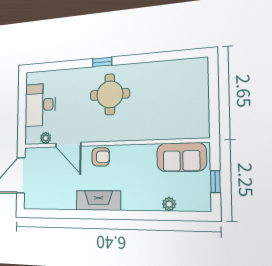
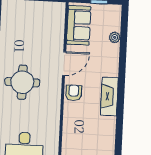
plant: (46, 138) -> (54, 143), removed
door: (68, 145) -> (64, 64), moved

